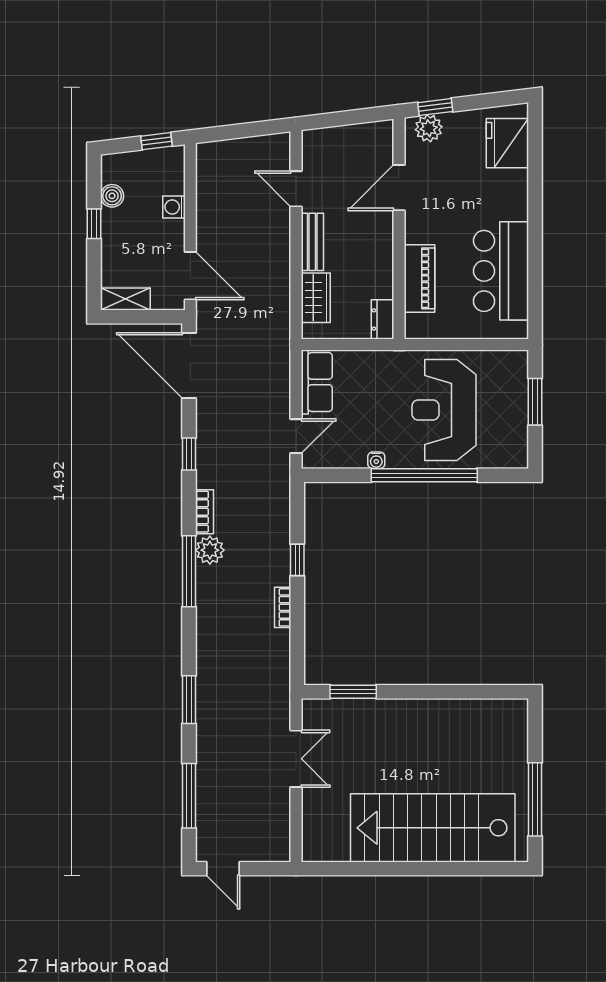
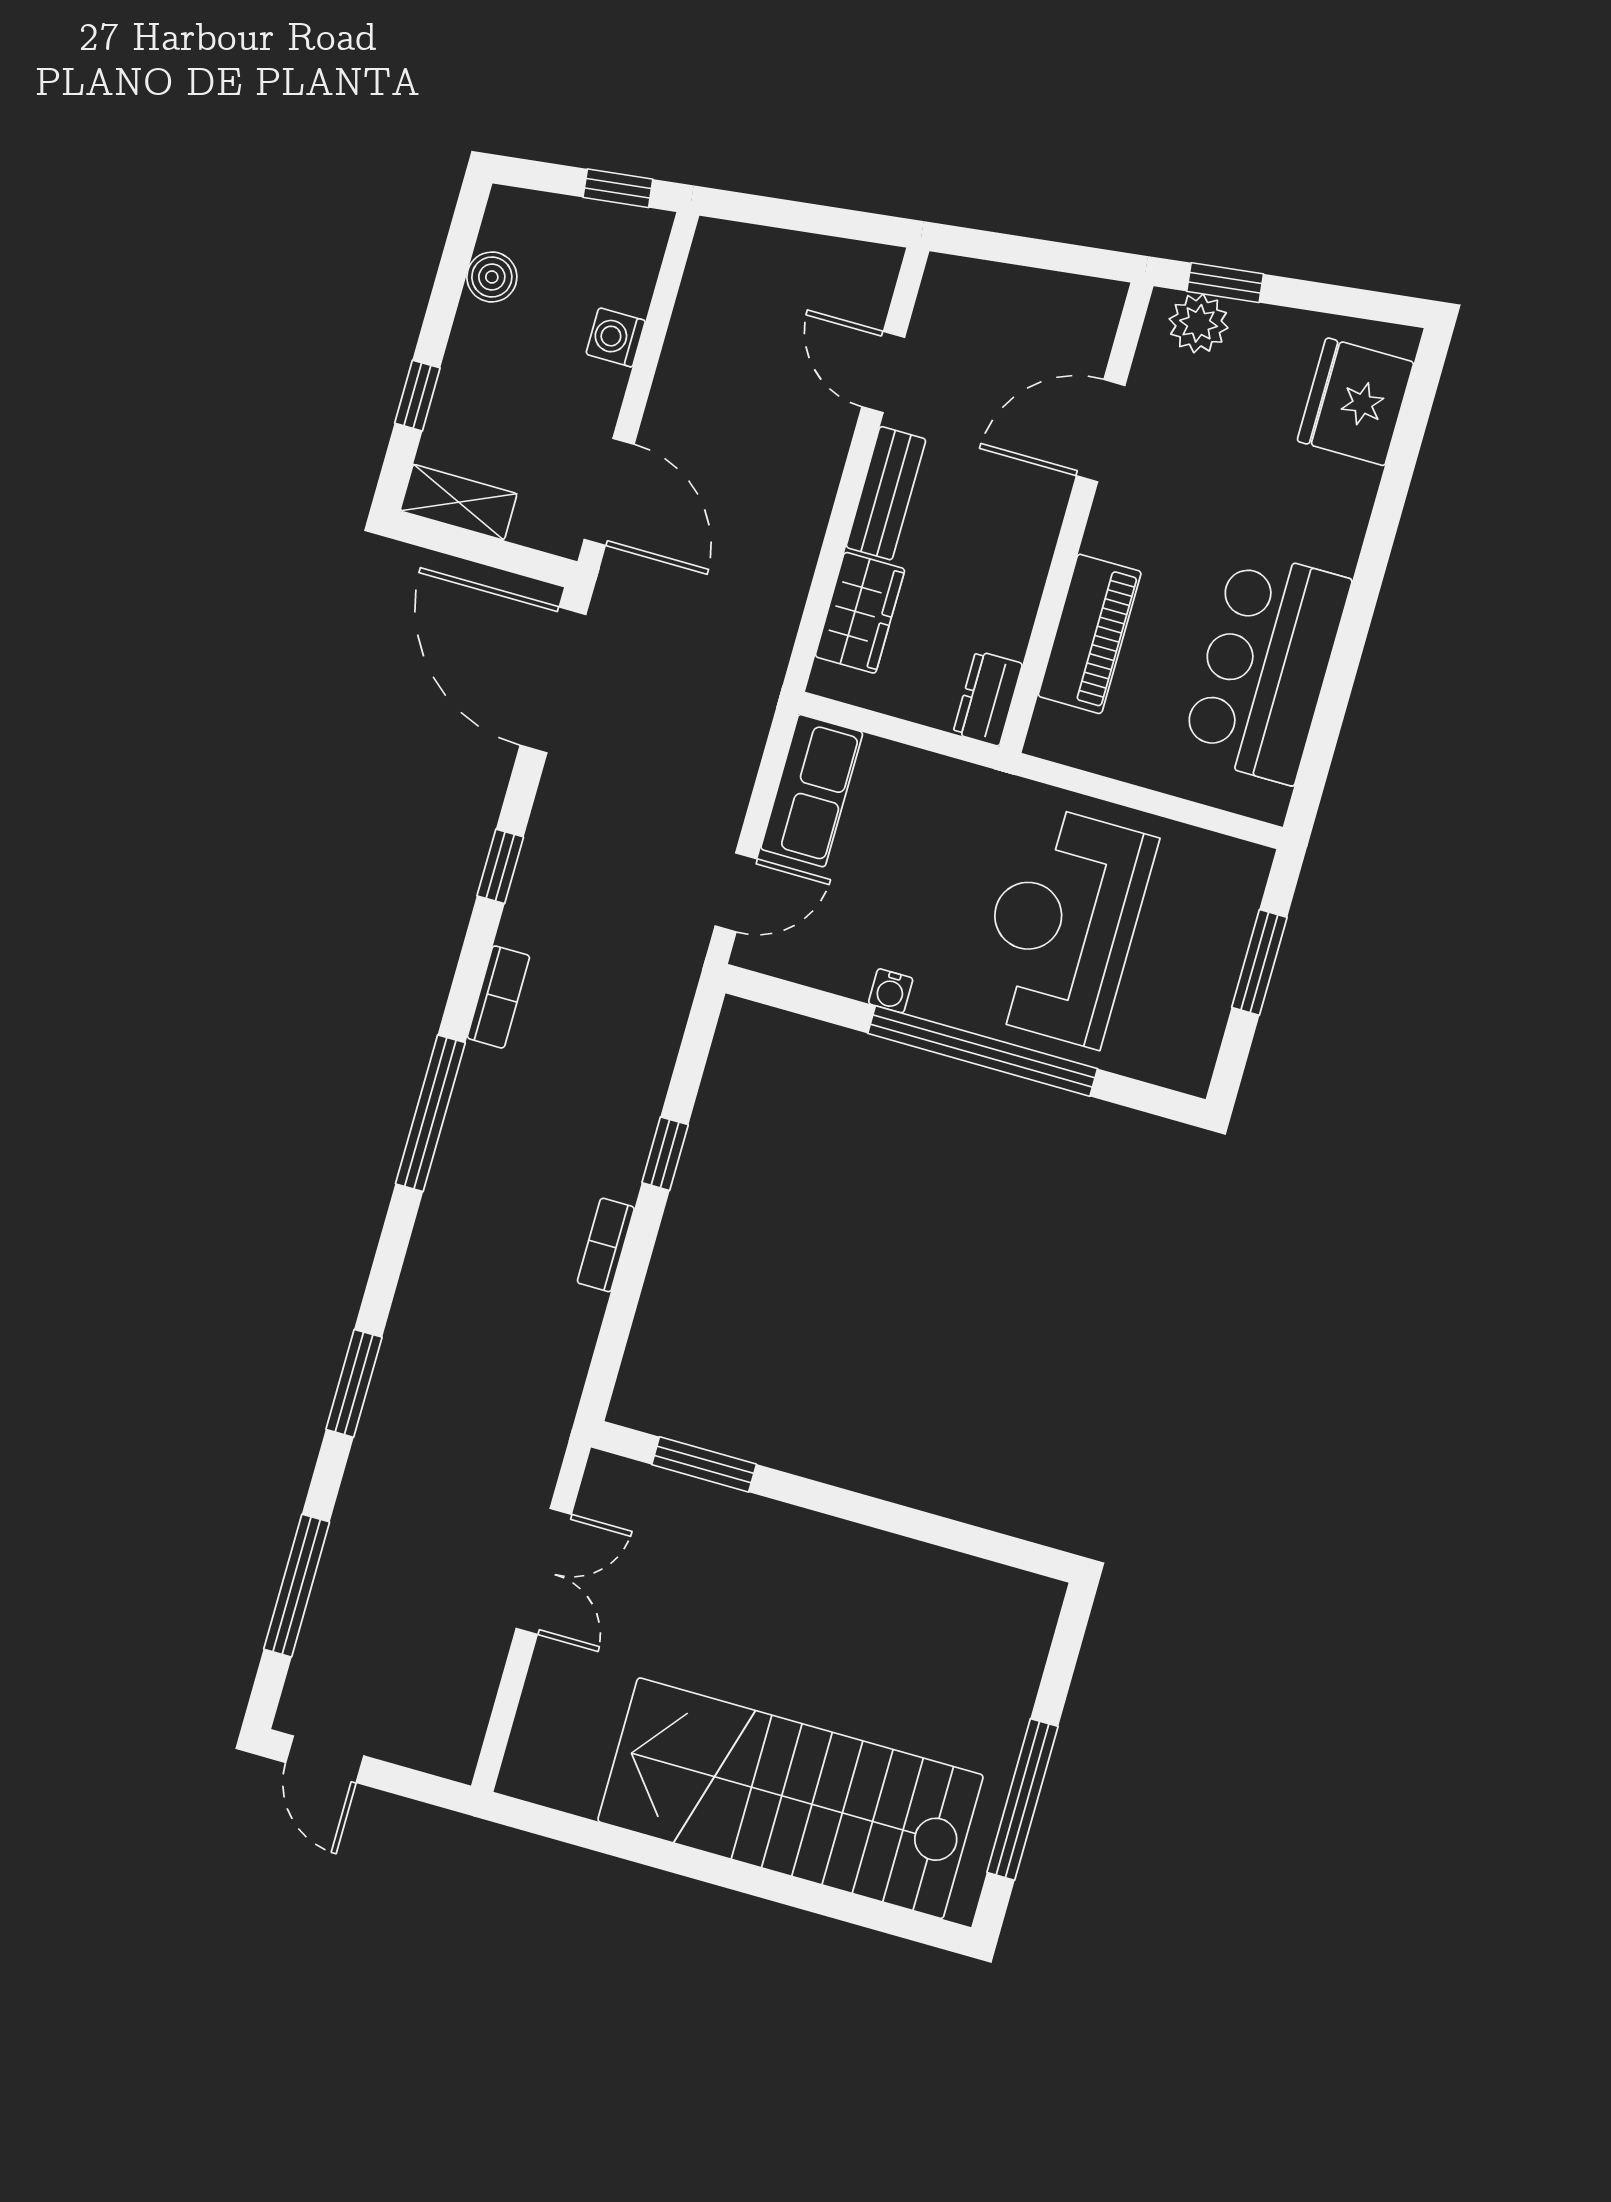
window: (94, 224) -> (417, 396), moved
plant: (210, 550) -> (487, 1081), removed

